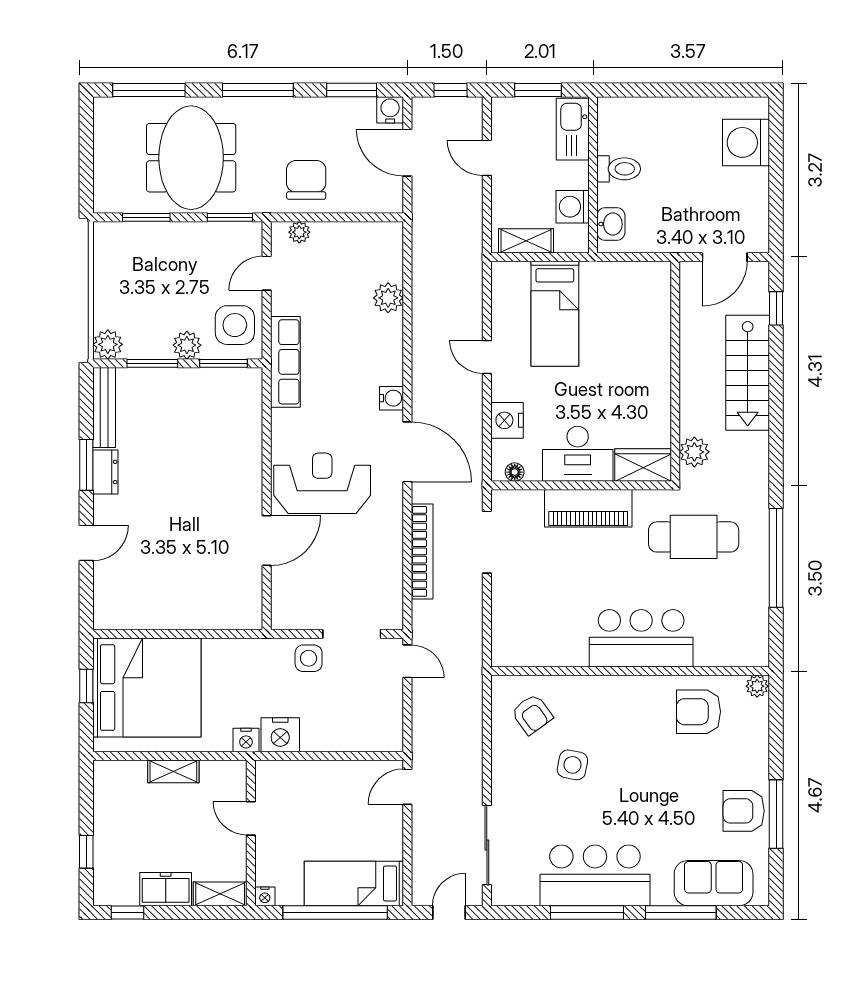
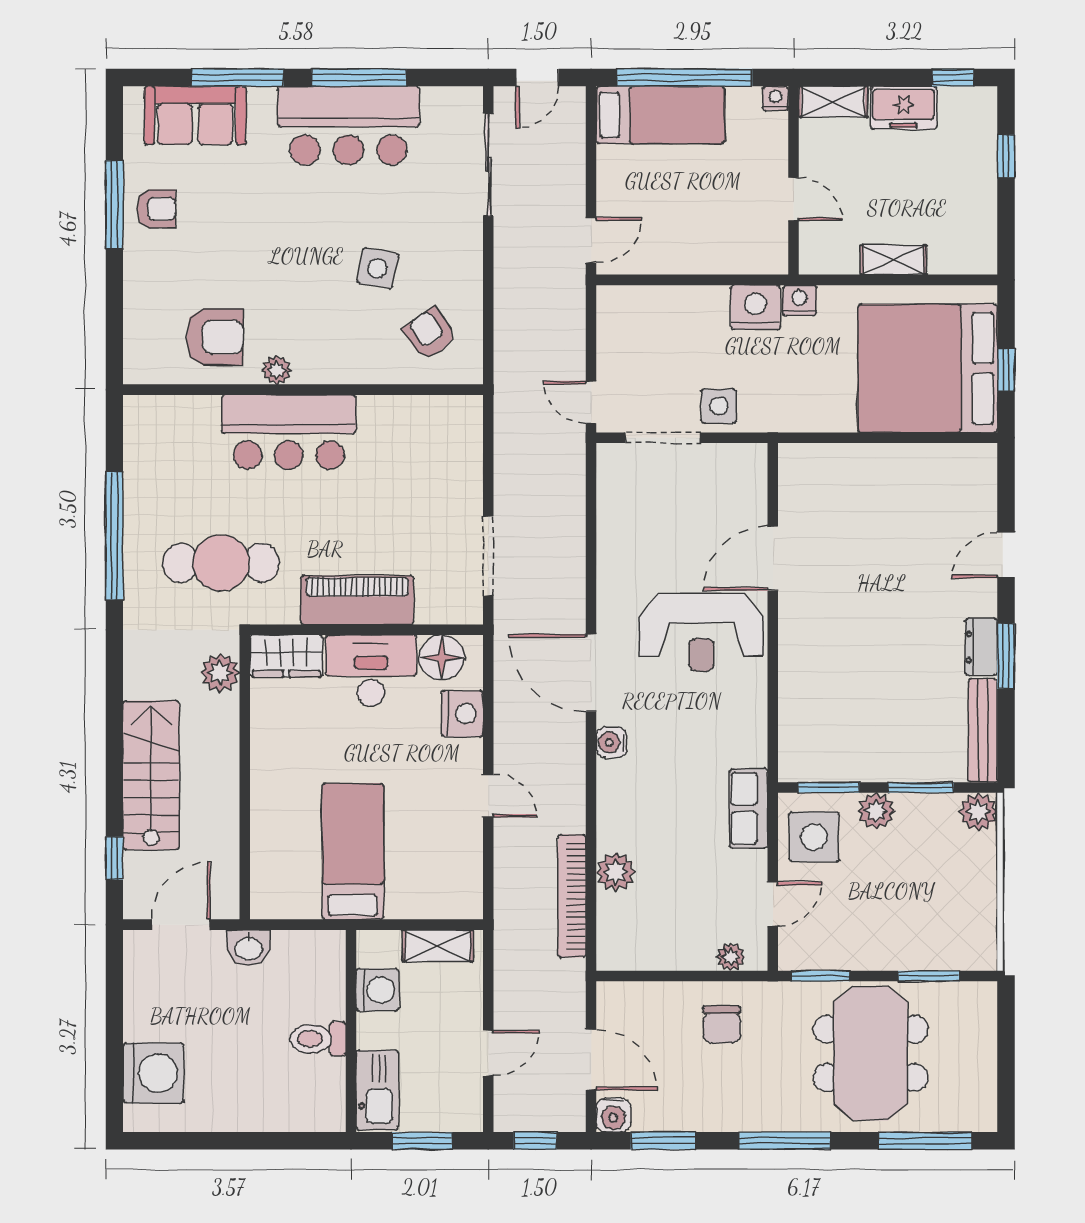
door: (487, 158) -> (488, 1053), hinge flipped
chair: (306, 180) -> (722, 1025), width x0.73, depth x0.73
washbasin: (611, 224) -> (248, 948), moved, turned -90
bed: (555, 314) -> (353, 851), moved
row of seats: (285, 362) -> (749, 808), width x0.68
floor lamp: (515, 472) -> (442, 658), width x1.89, depth x1.89
bookcase: (422, 551) -> (572, 896), moved
plant: (757, 686) -> (277, 370), moved
armchair: (744, 811) -> (156, 209), width x0.72, depth x0.72

